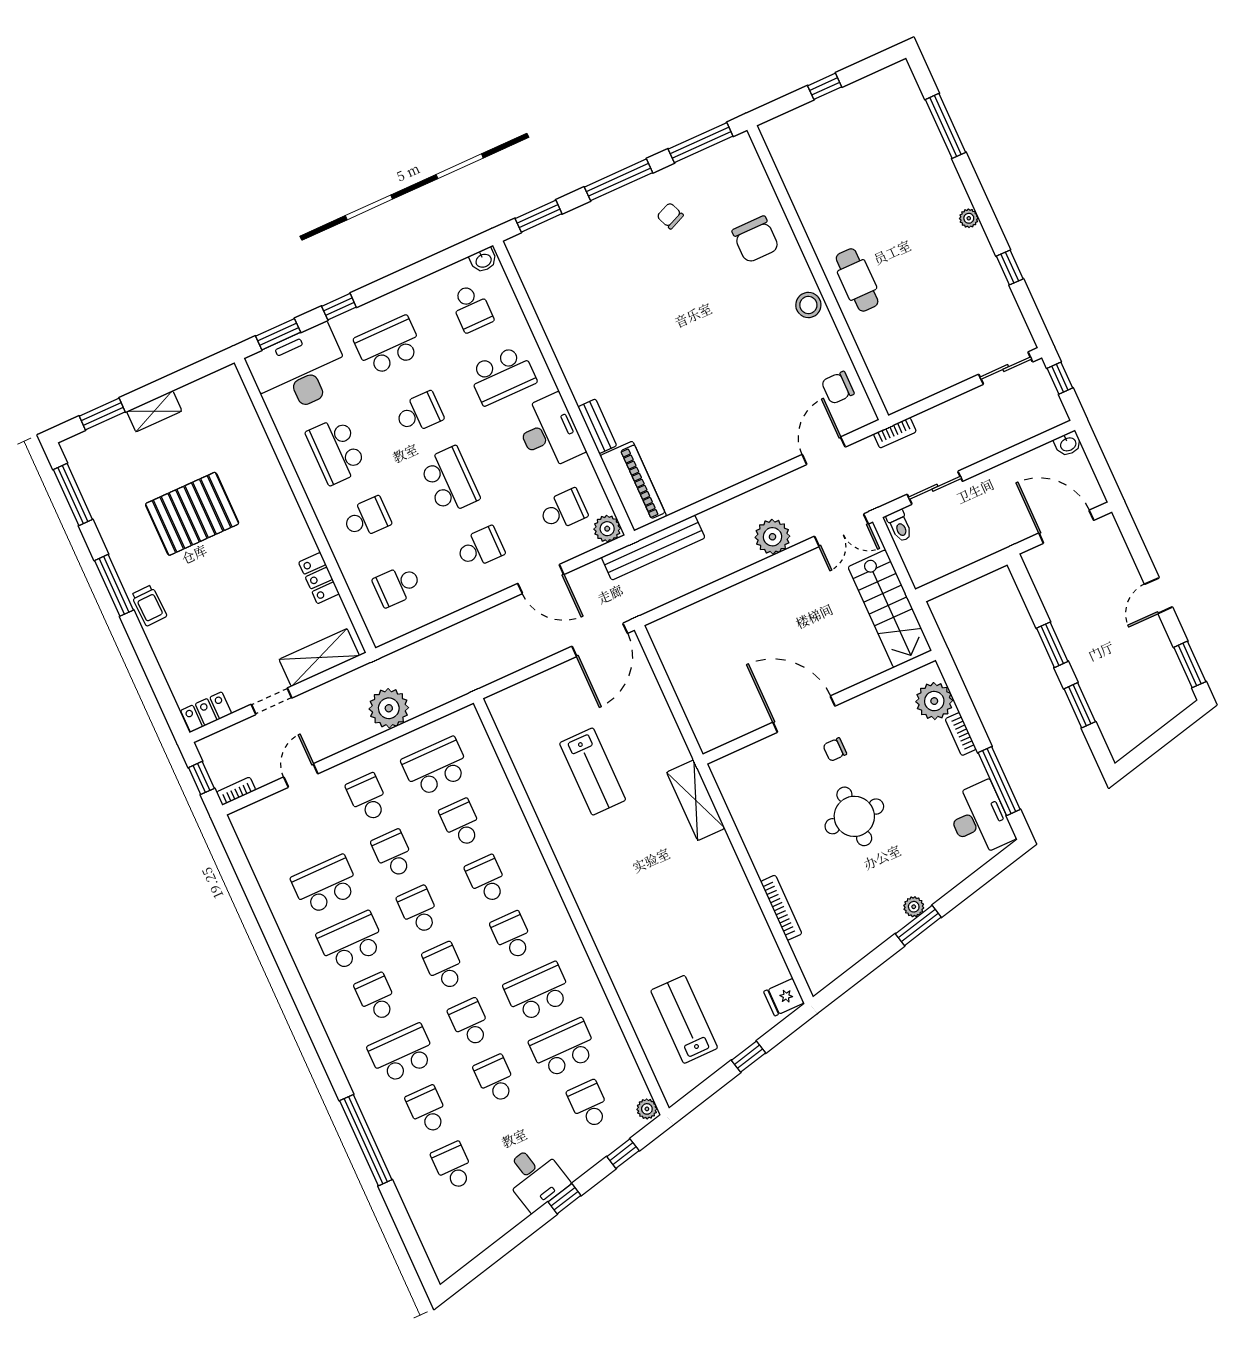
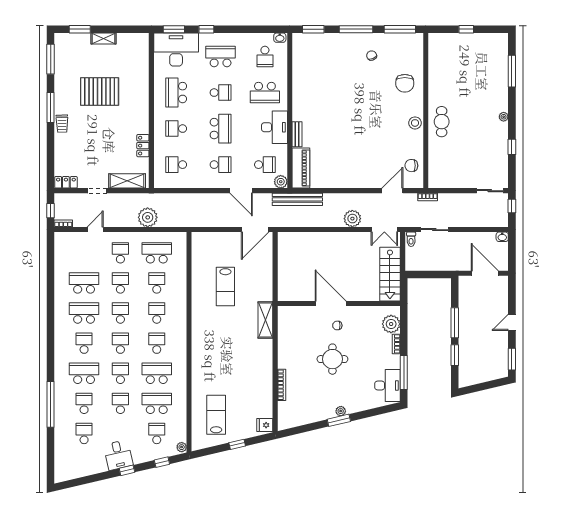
school desk: (367, 518) -> (176, 129), turned 180
window: (1052, 645) -> (455, 323), width x1.44

